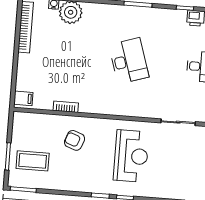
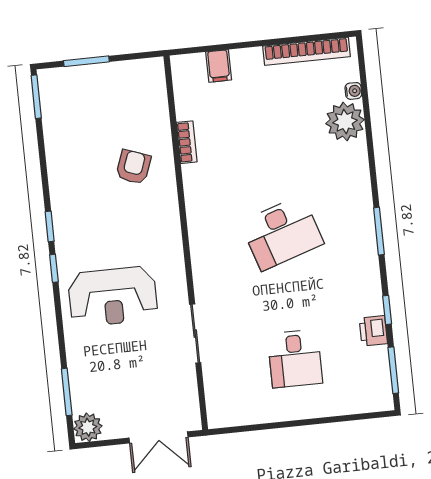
filing cabinet: (23, 98) -> (219, 66), moved
reception desk: (131, 156) -> (113, 297), moved
coffee table: (33, 161) -> (87, 104), removed

